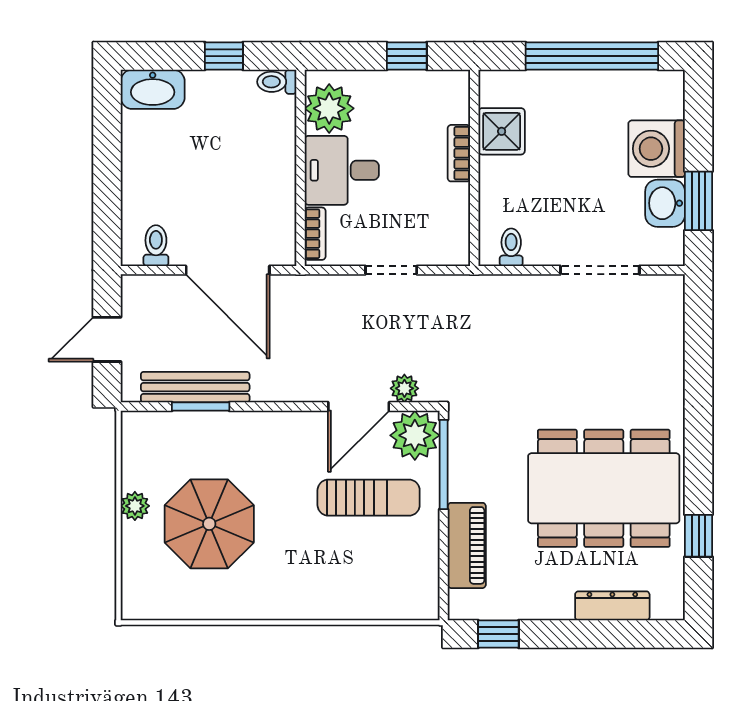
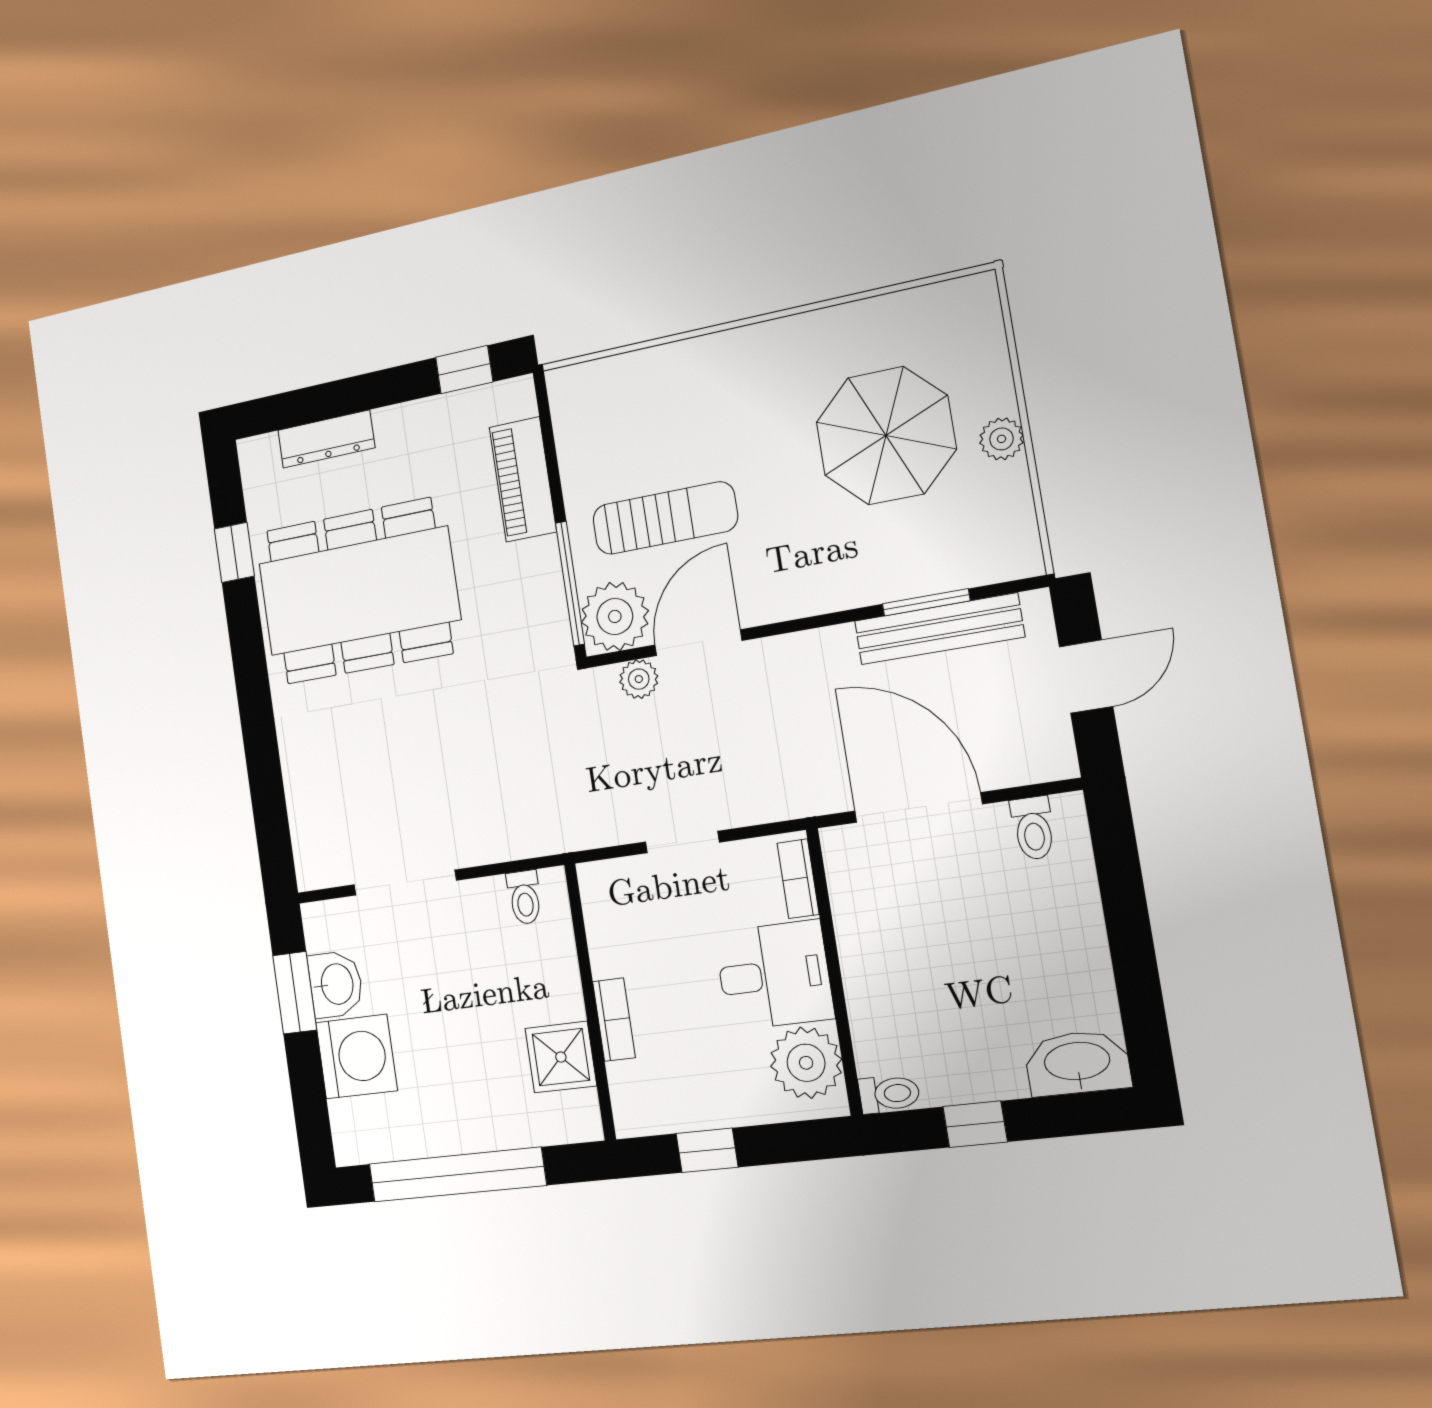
sun lounger: (369, 498) -> (665, 518), turned 180

